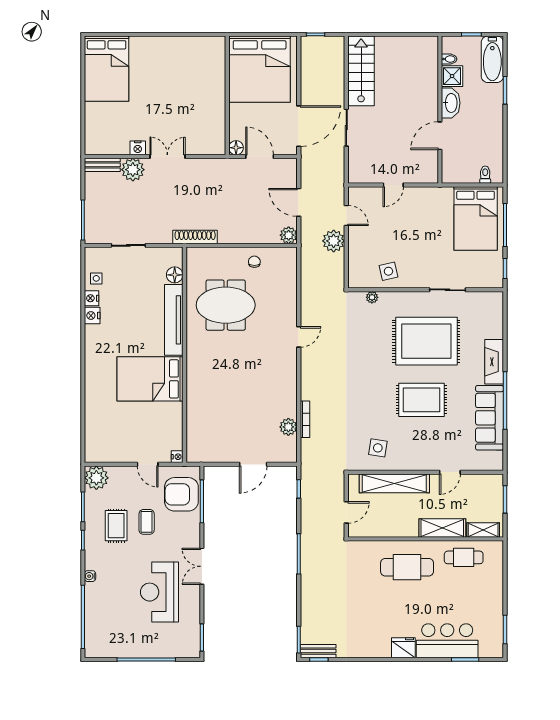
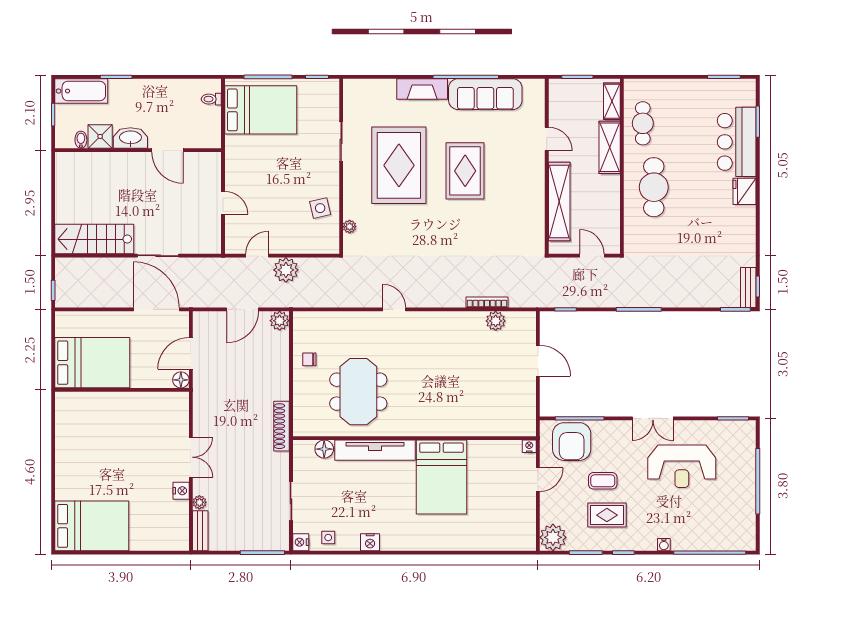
bed: (260, 69) -> (92, 363), width x0.73
double door: (167, 157) -> (191, 457), swing flipped
plant: (133, 170) -> (199, 502), width x0.53, depth x0.53
nightstand: (92, 298) -> (301, 542), moved, turned 90
side table: (378, 448) -> (519, 220), removed

